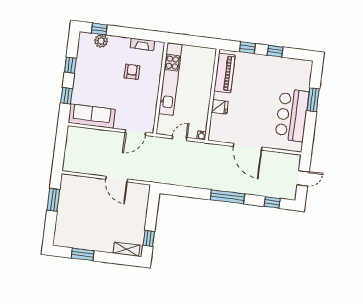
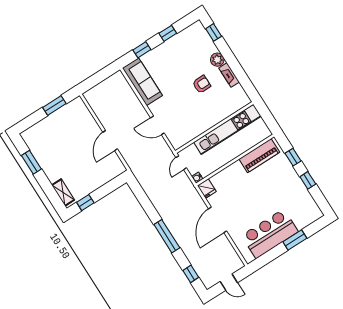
plant: (101, 41) -> (217, 60), moved
kitchen unit: (170, 79) -> (227, 129), moved
wall: (160, 88) -> (214, 128), moved
fridge: (220, 107) -> (207, 189), moved
door: (180, 138) -> (181, 163), swing flipped

